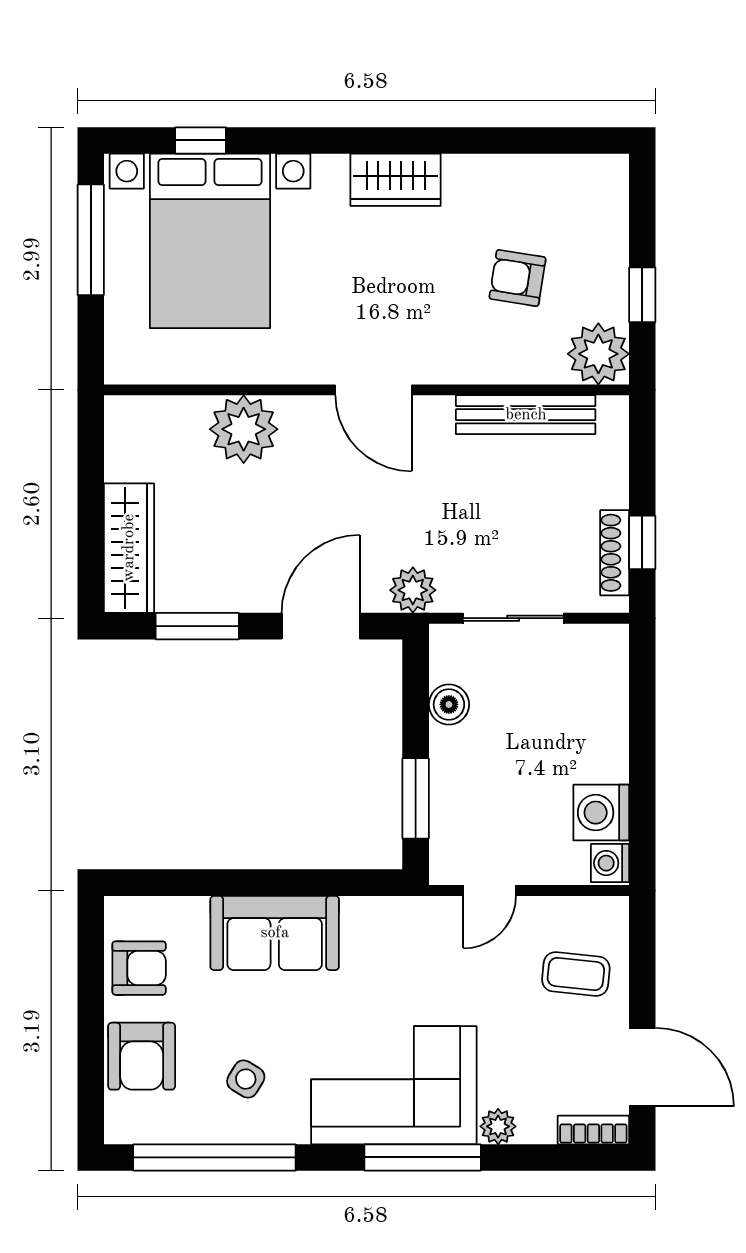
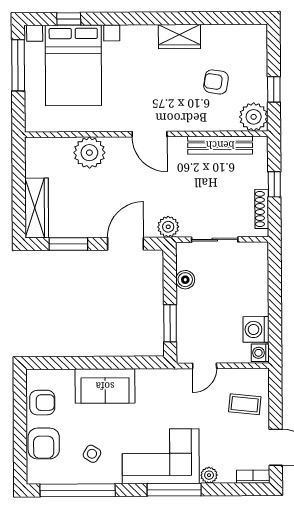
wardrobe: (396, 180) -> (179, 37), moved
window: (642, 542) -> (274, 184), moved

